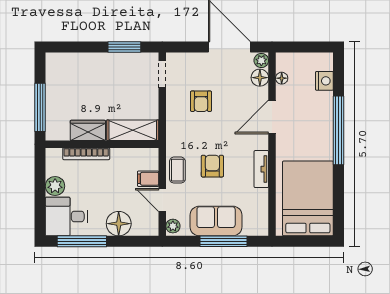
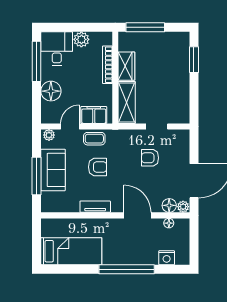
window: (124, 47) -> (194, 60), moved
doorway: (162, 74) -> (157, 126), moved
filing cabinet: (148, 179) -> (94, 115), width x2.00
bed: (308, 198) -> (71, 251), width x0.67

